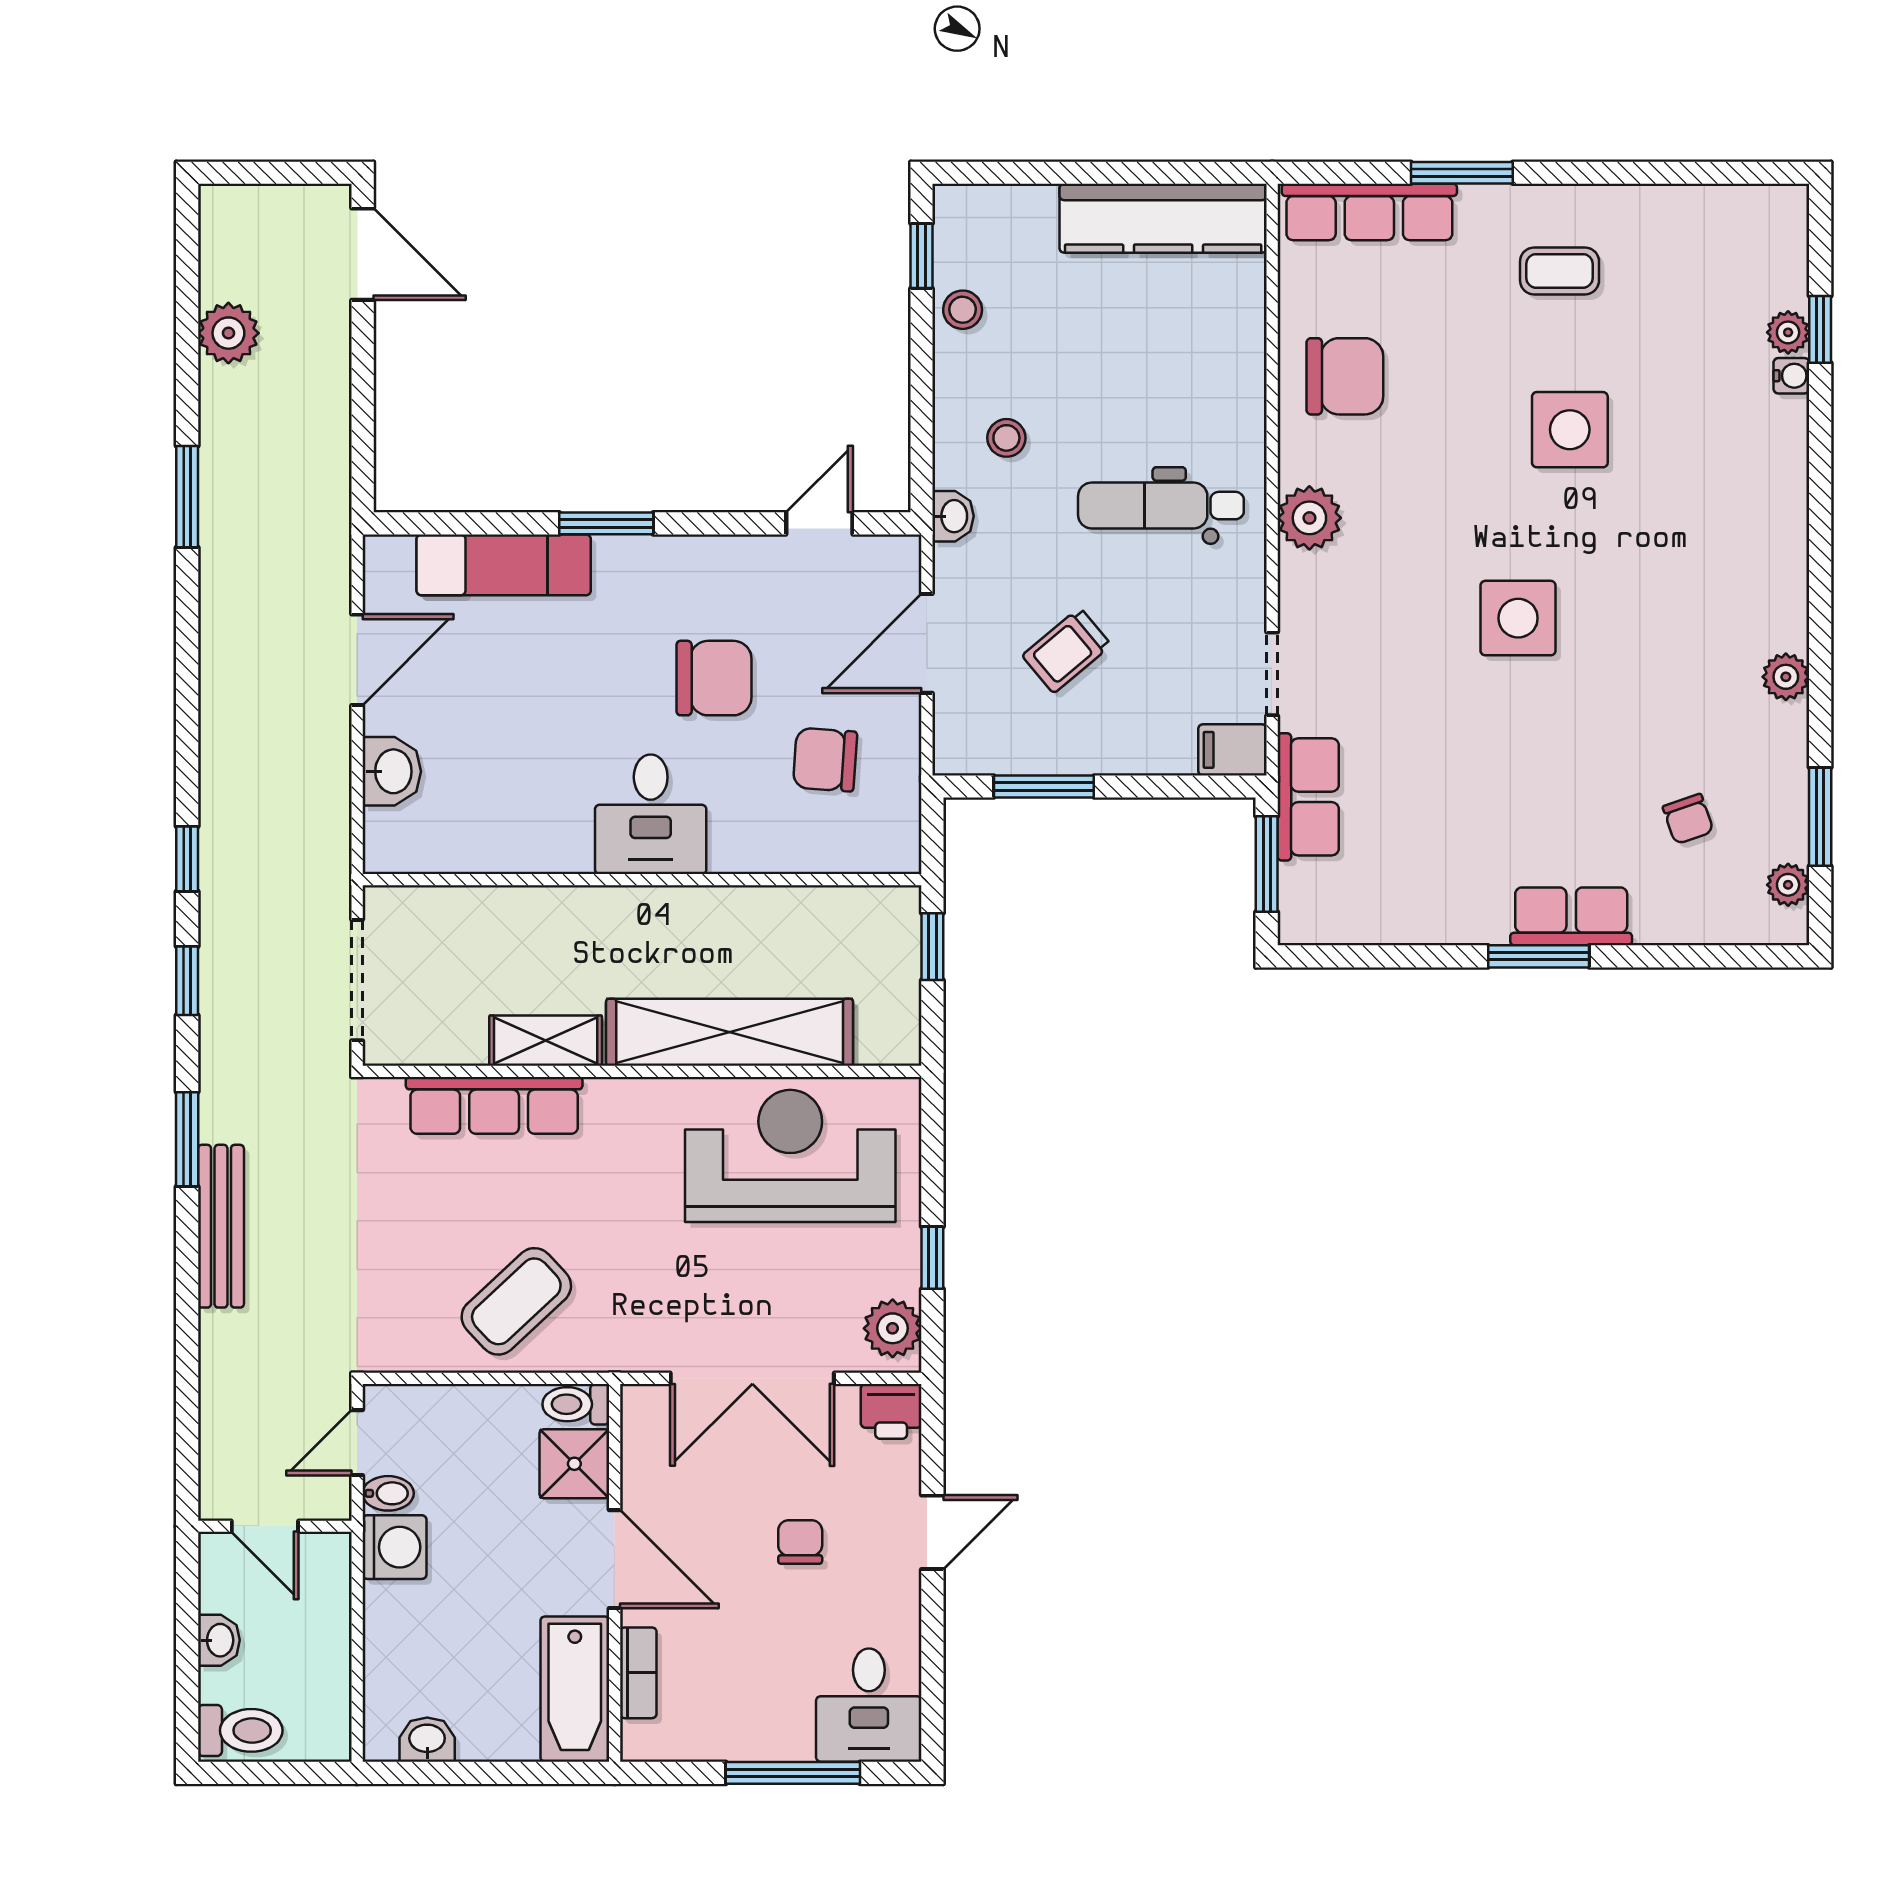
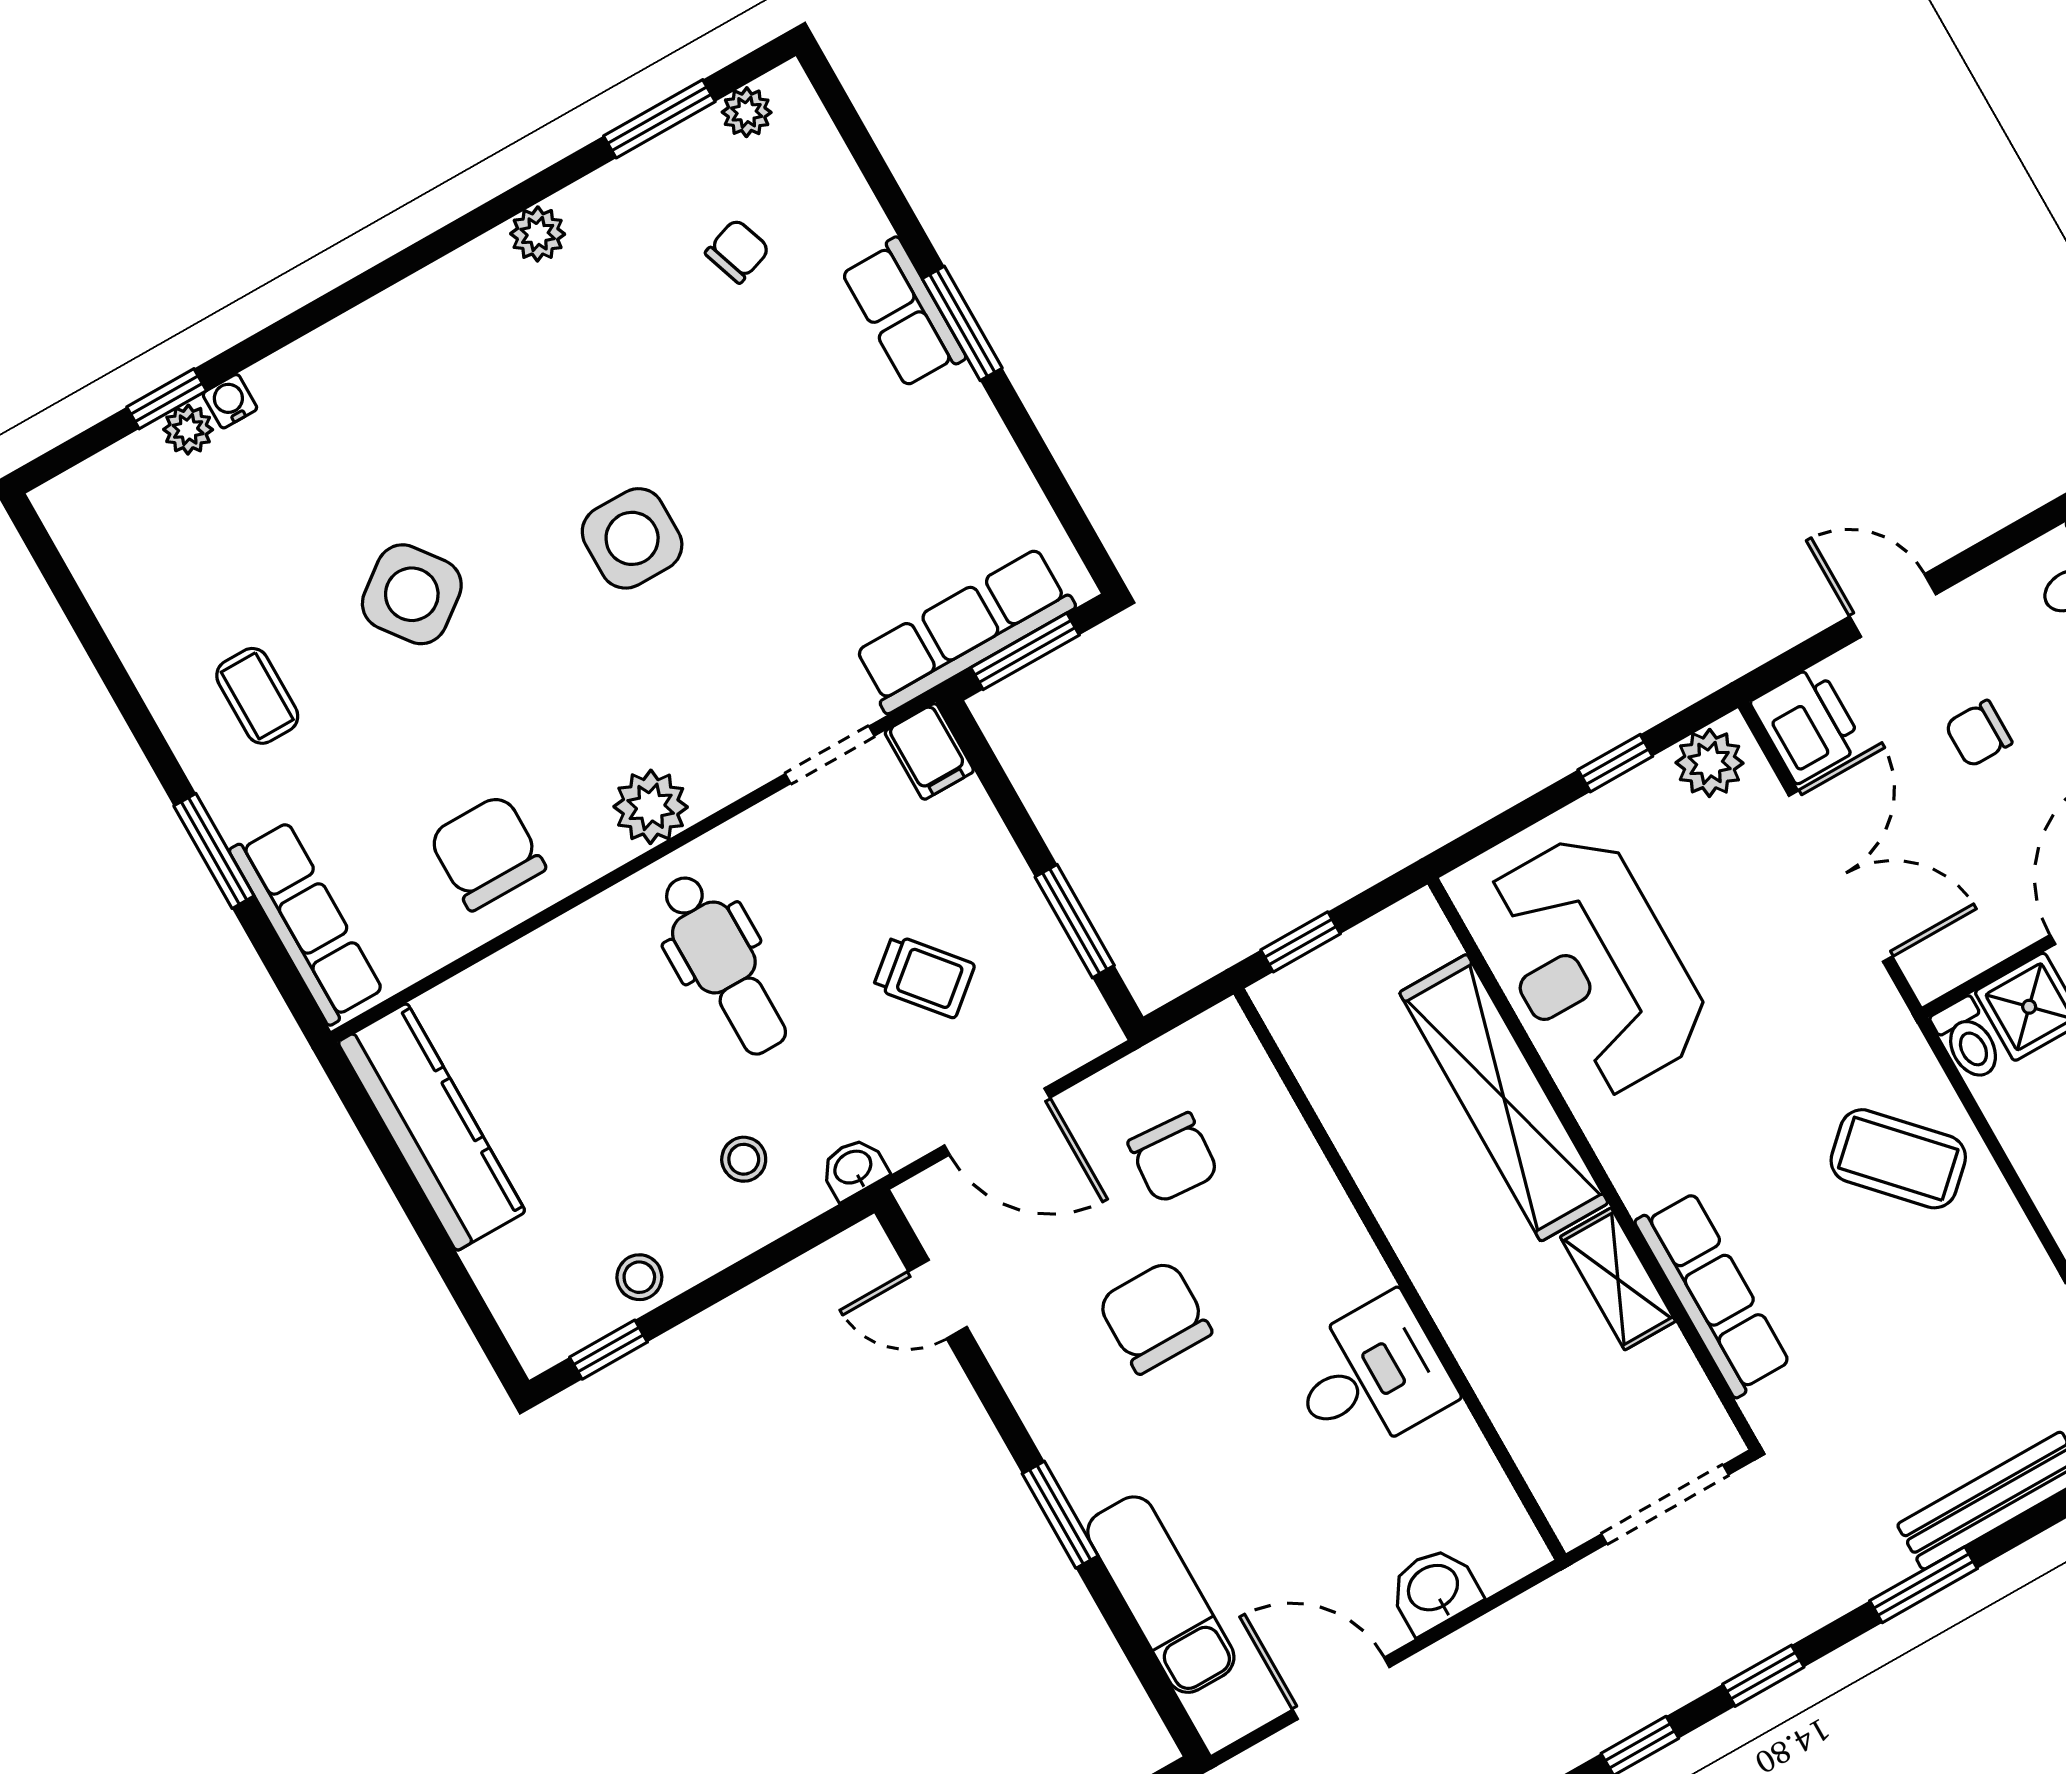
side table: (1570, 430) -> (412, 594), turned -37
row of seats: (1308, 797) -> (964, 630), width x1.48
desk: (651, 814) -> (1370, 1376), moved
printer: (891, 1411) -> (1807, 724), width x1.36, depth x1.24

